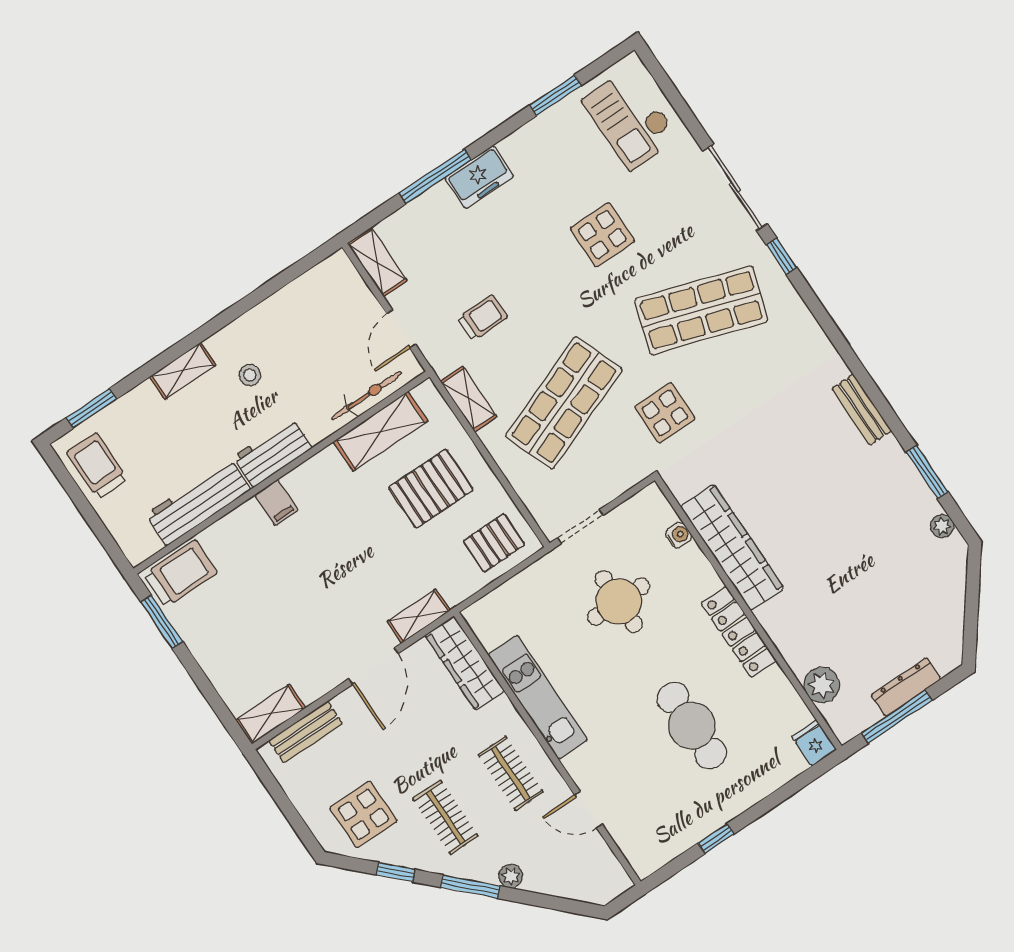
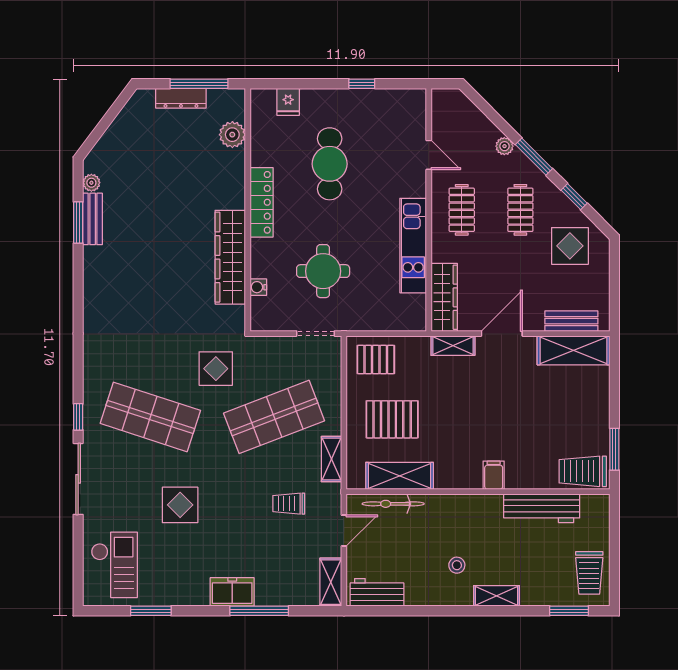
bench: (862, 410) -> (93, 219), moved
workbench: (273, 452) -> (377, 592), moved, turned 180
shelving: (271, 714) -> (573, 350), width x1.50, depth x1.33
fridge: (814, 743) -> (288, 102), moved

